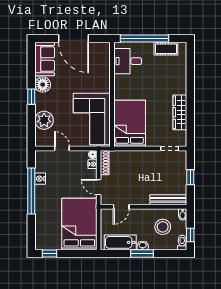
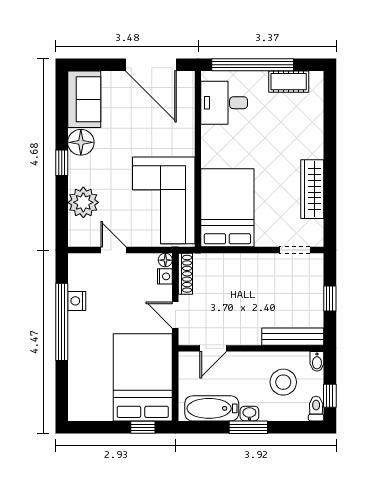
door: (74, 39) -> (151, 65), moved
window: (49, 254) -> (143, 427), moved

